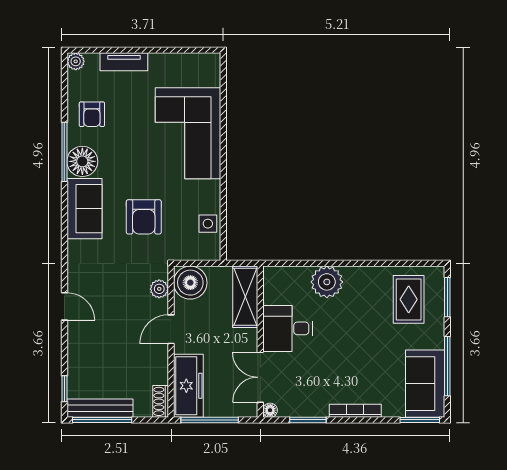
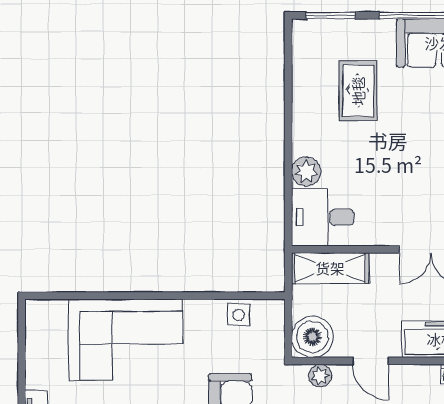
plant: (327, 282) -> (306, 171), width x0.73, depth x0.73
rug: (409, 299) -> (358, 91), moved, turned 90
desk: (288, 328) -> (323, 217), moved, turned 90

